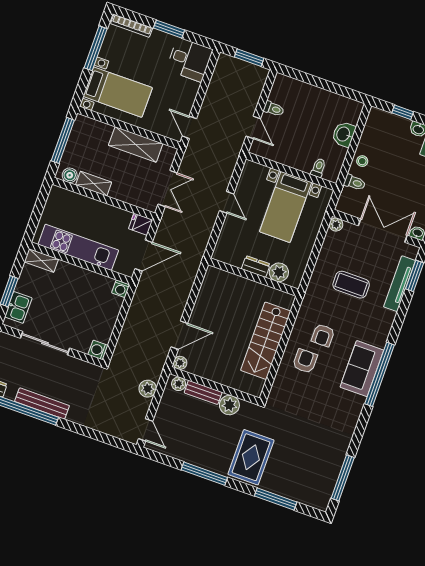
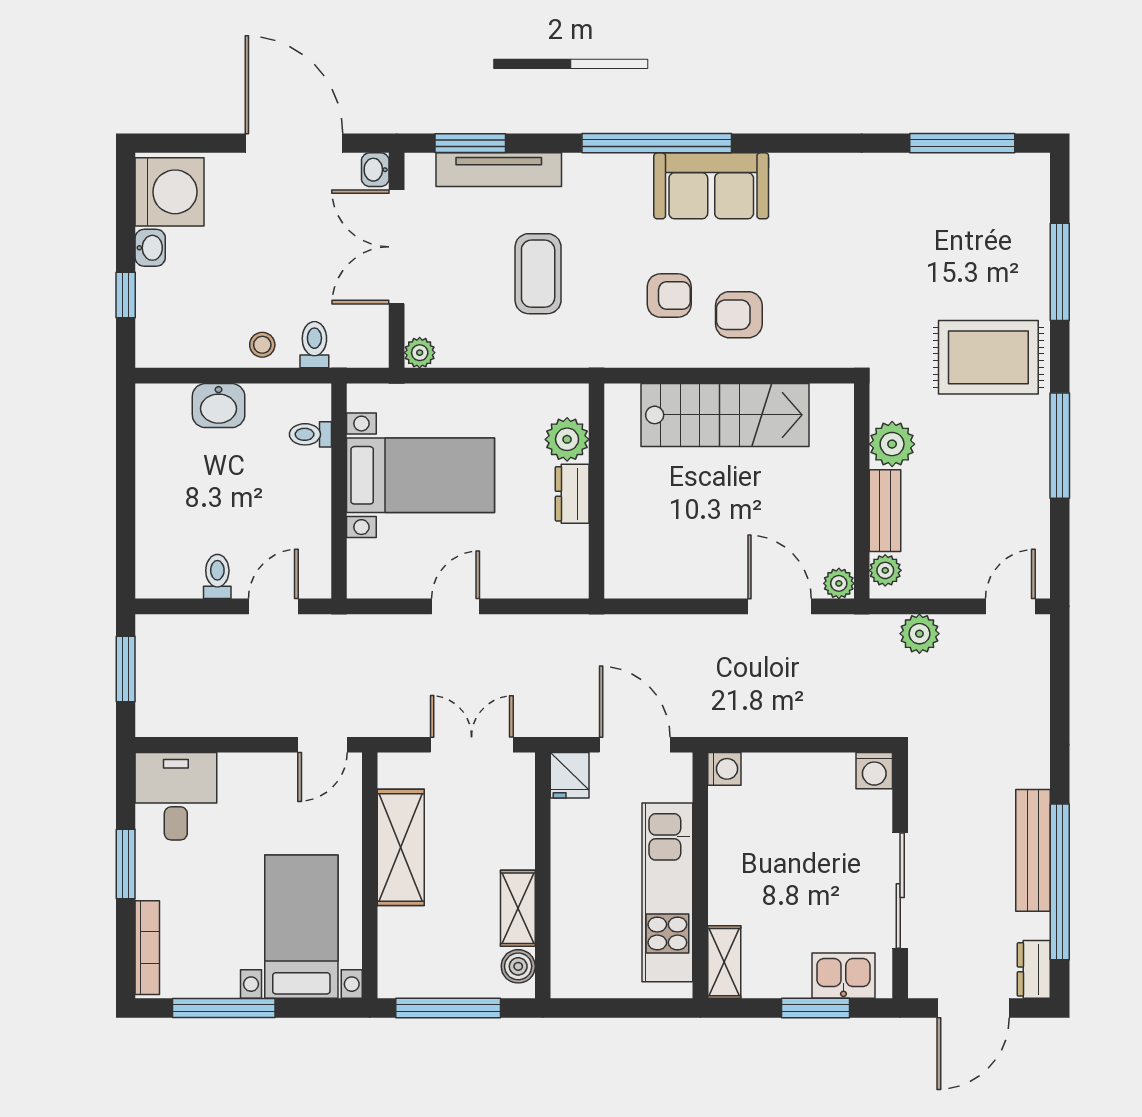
window: (380, 374) -> (657, 143), moved

